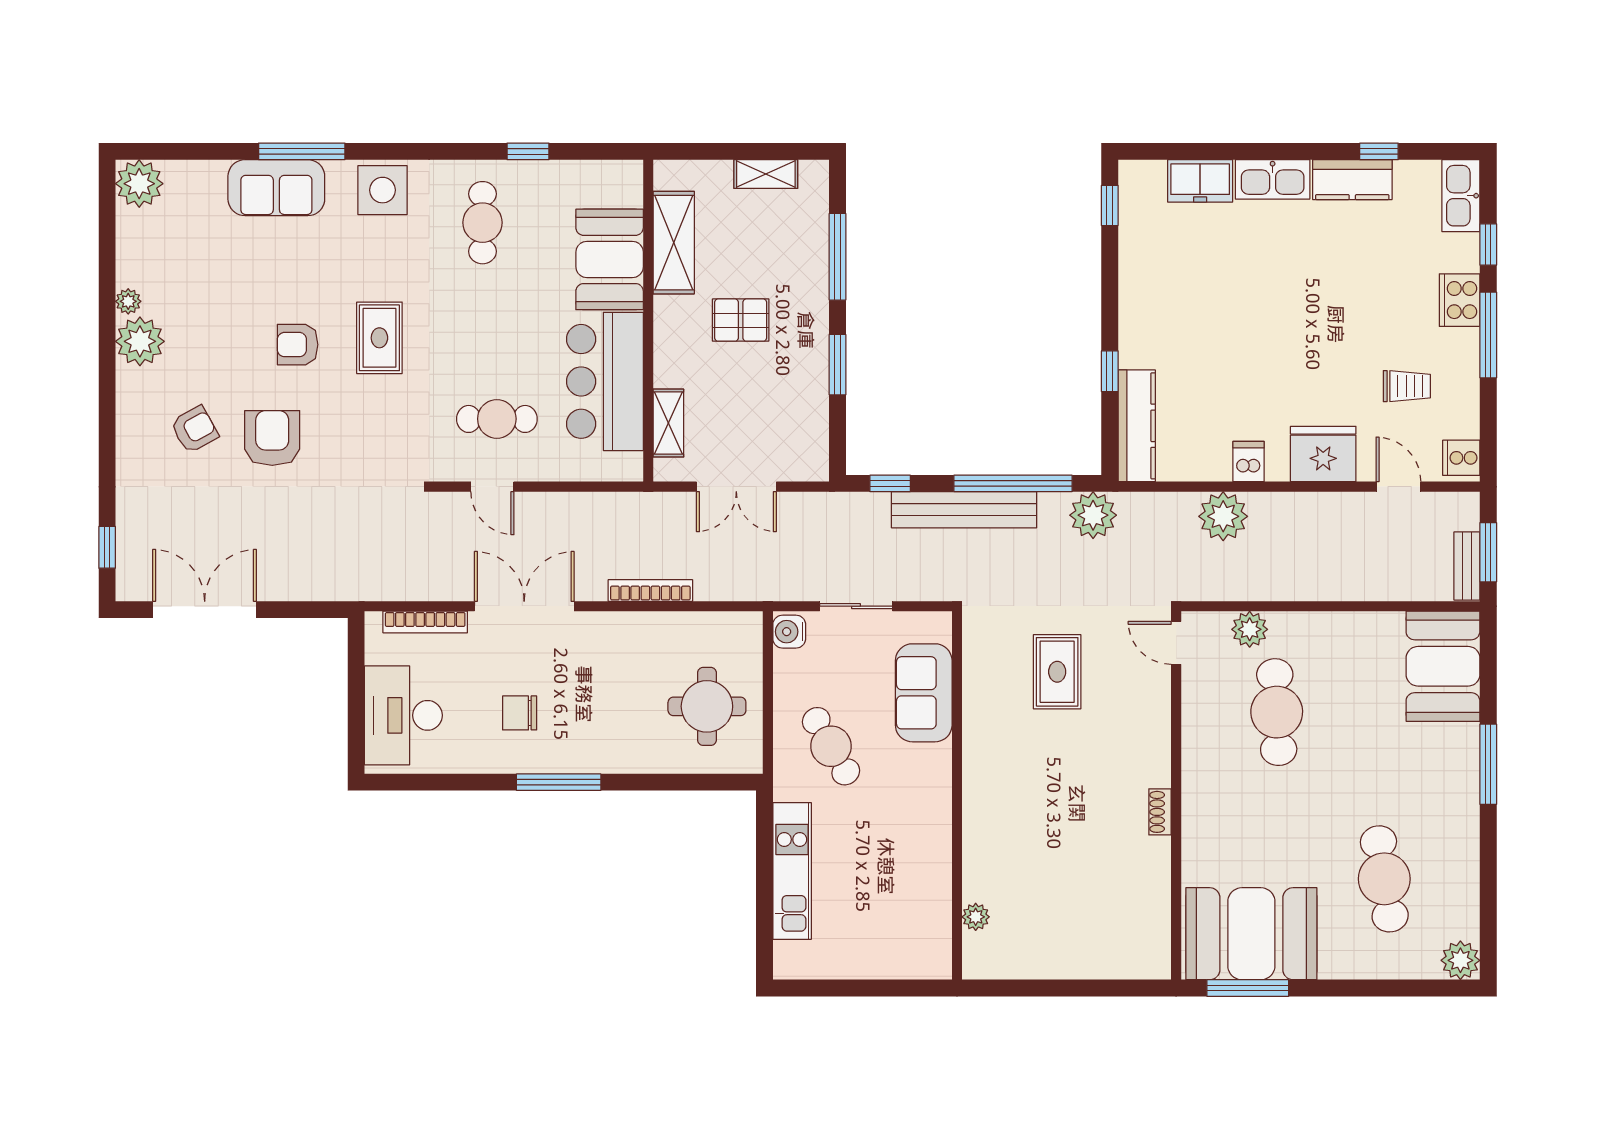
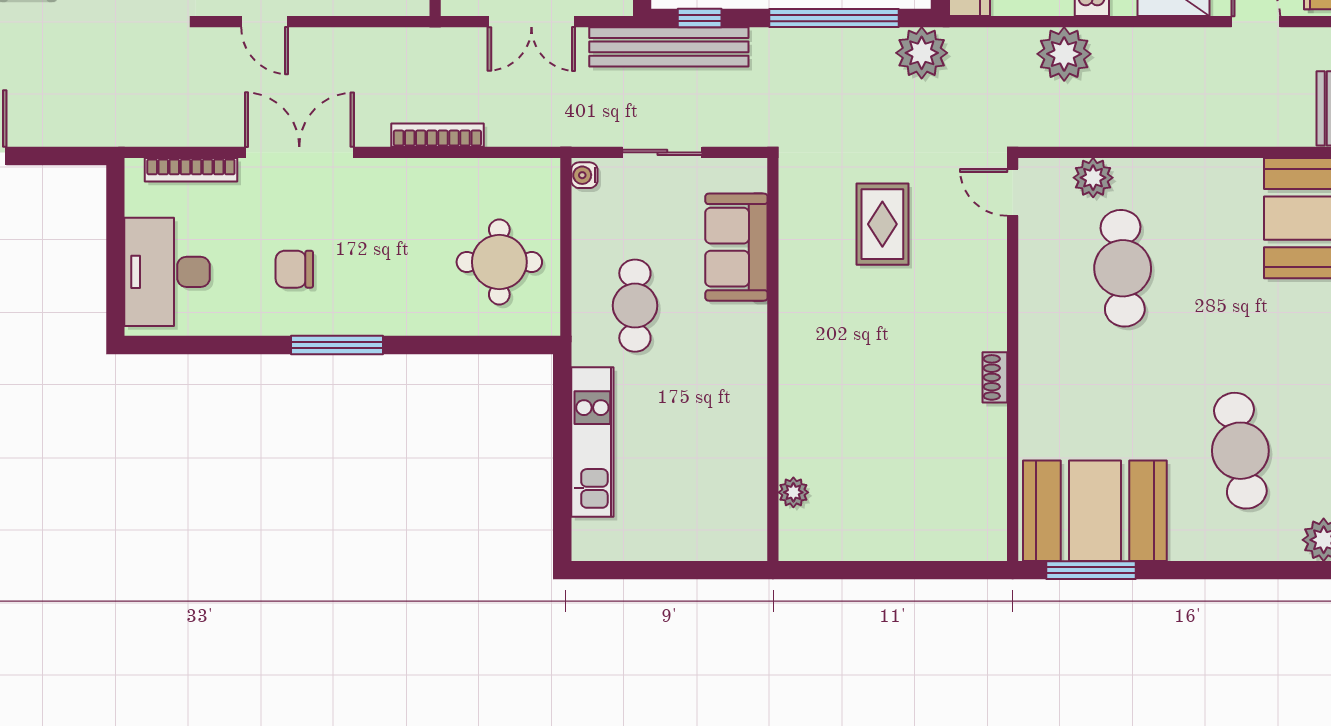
bench: (964, 510) -> (669, 47), moved
water cooler: (789, 632) -> (584, 175), width x0.72, depth x0.72
cafe table: (831, 746) -> (635, 306), turned 30

